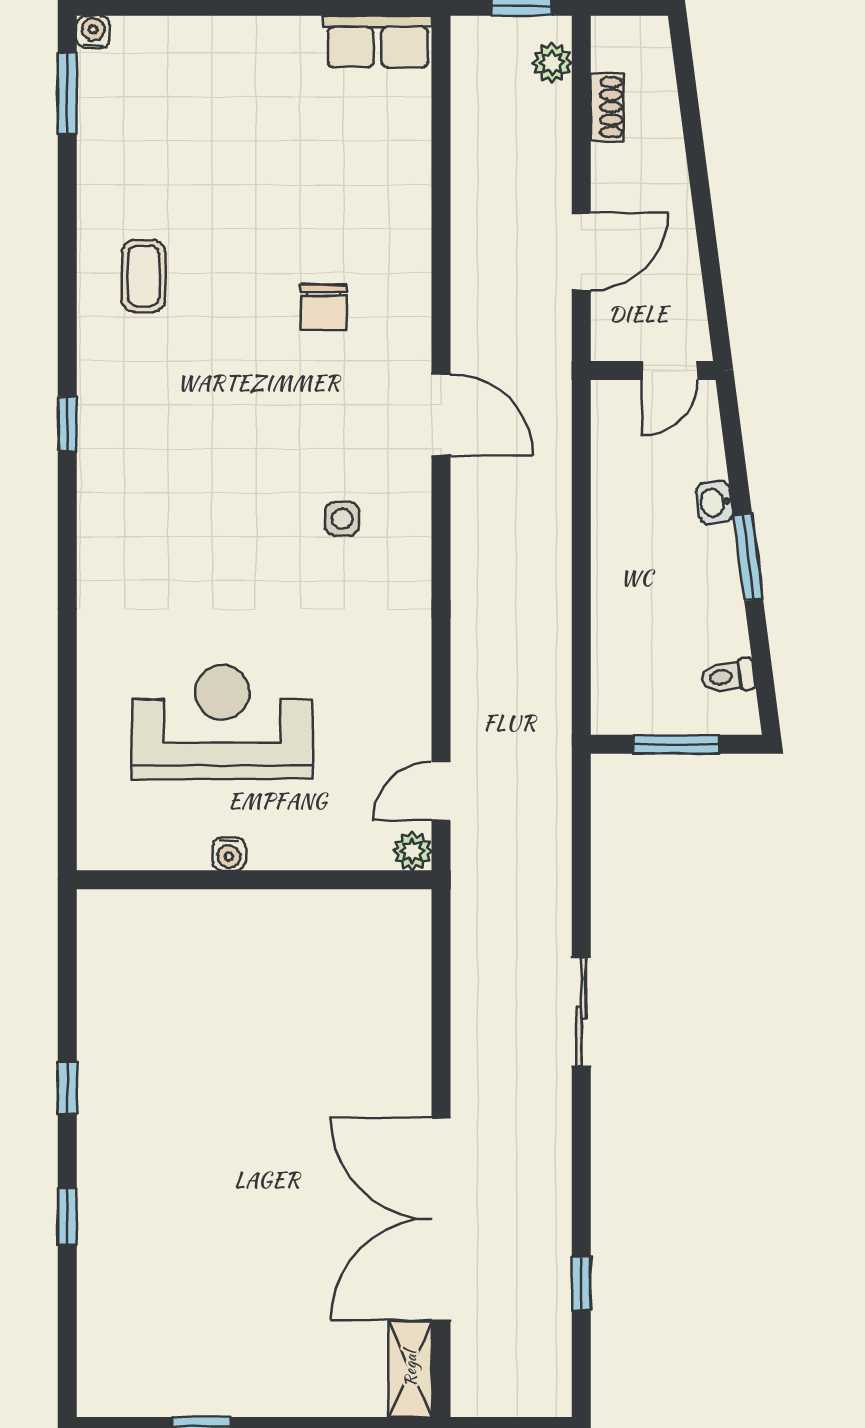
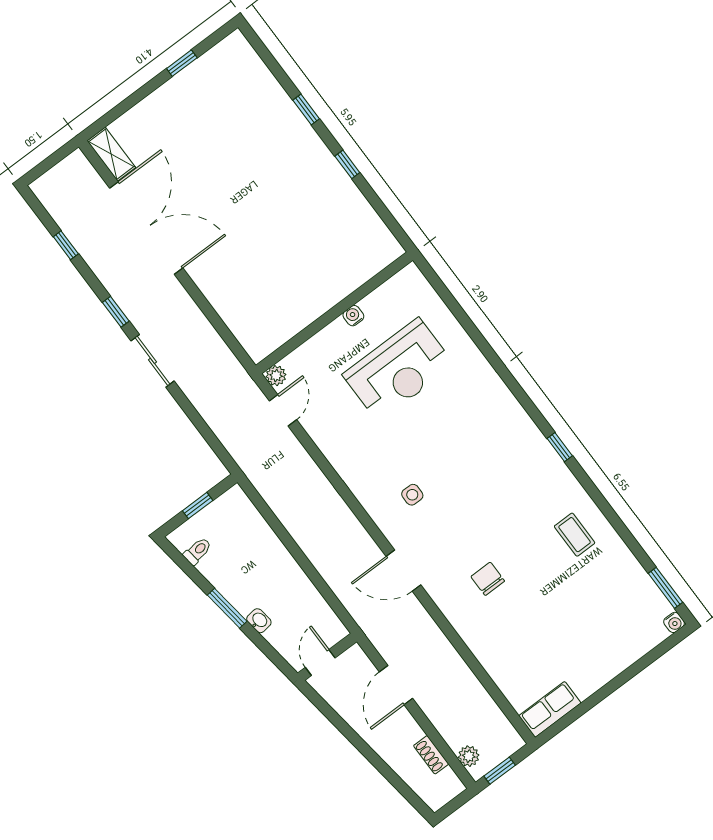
window: (676, 744) -> (198, 506), width x0.67
window: (581, 1127) -> (116, 312), added

